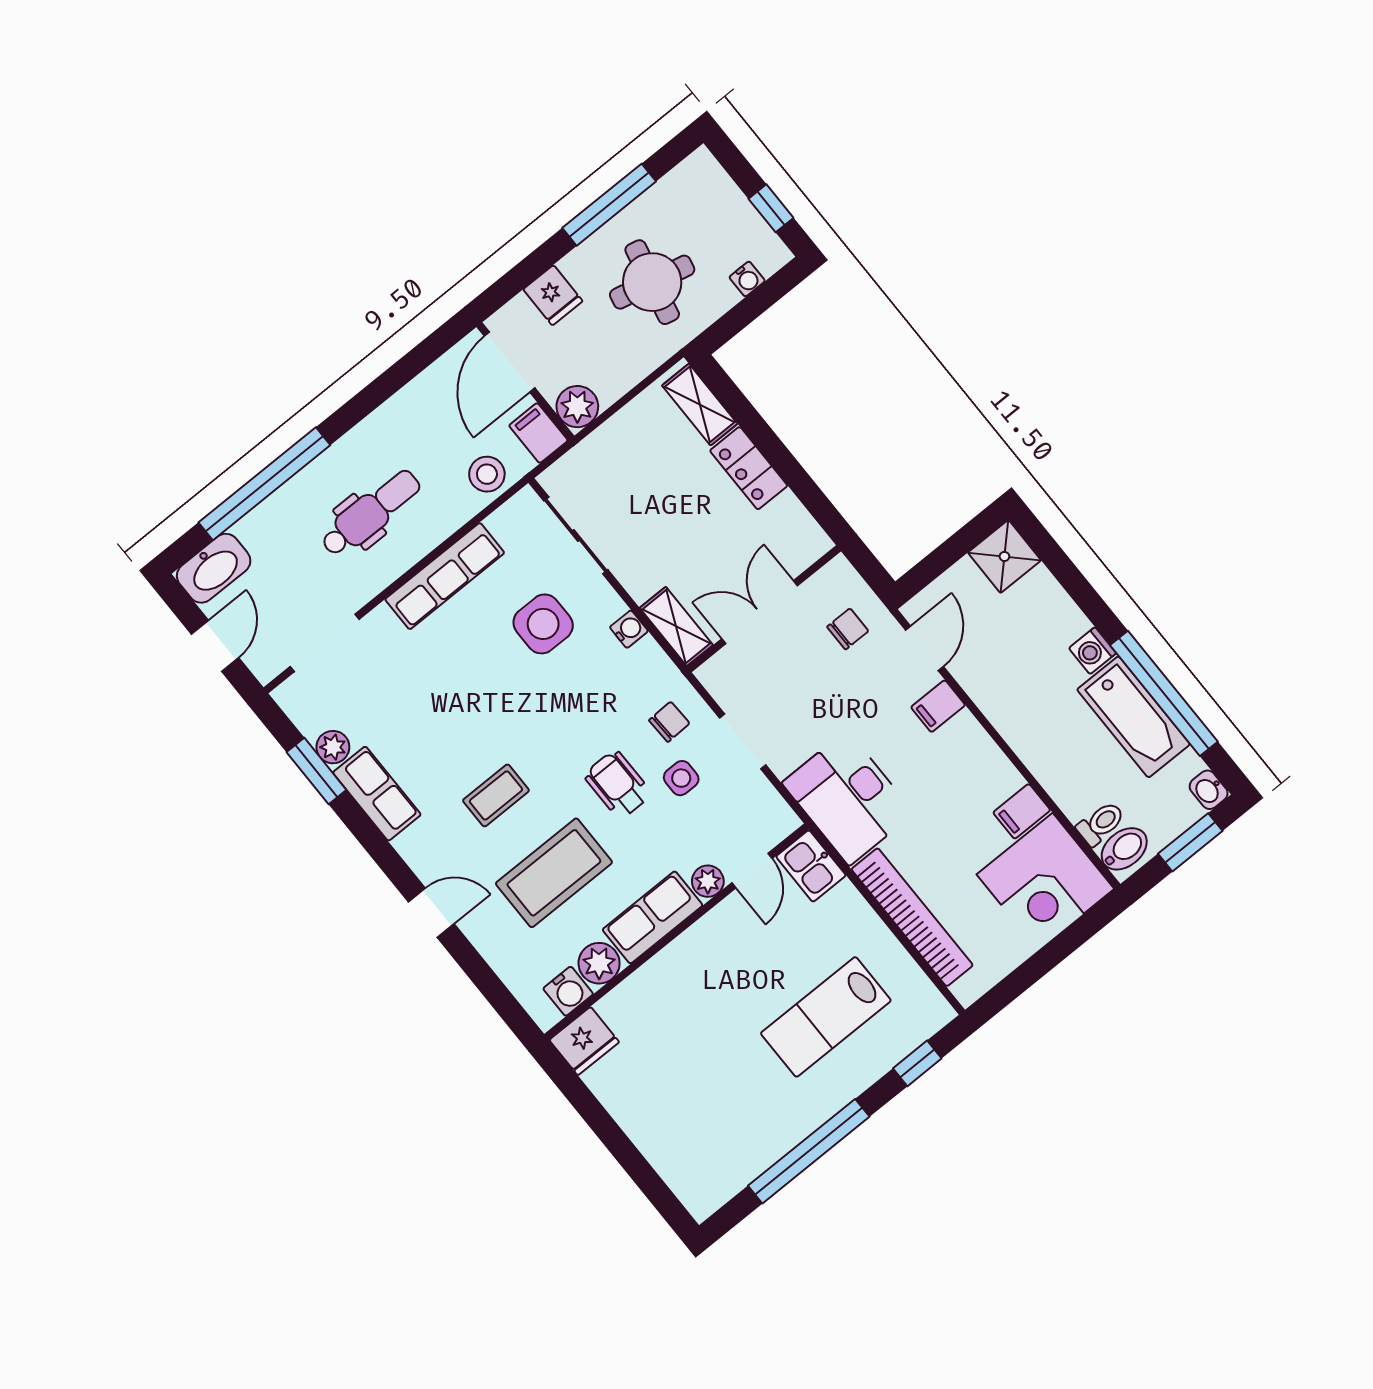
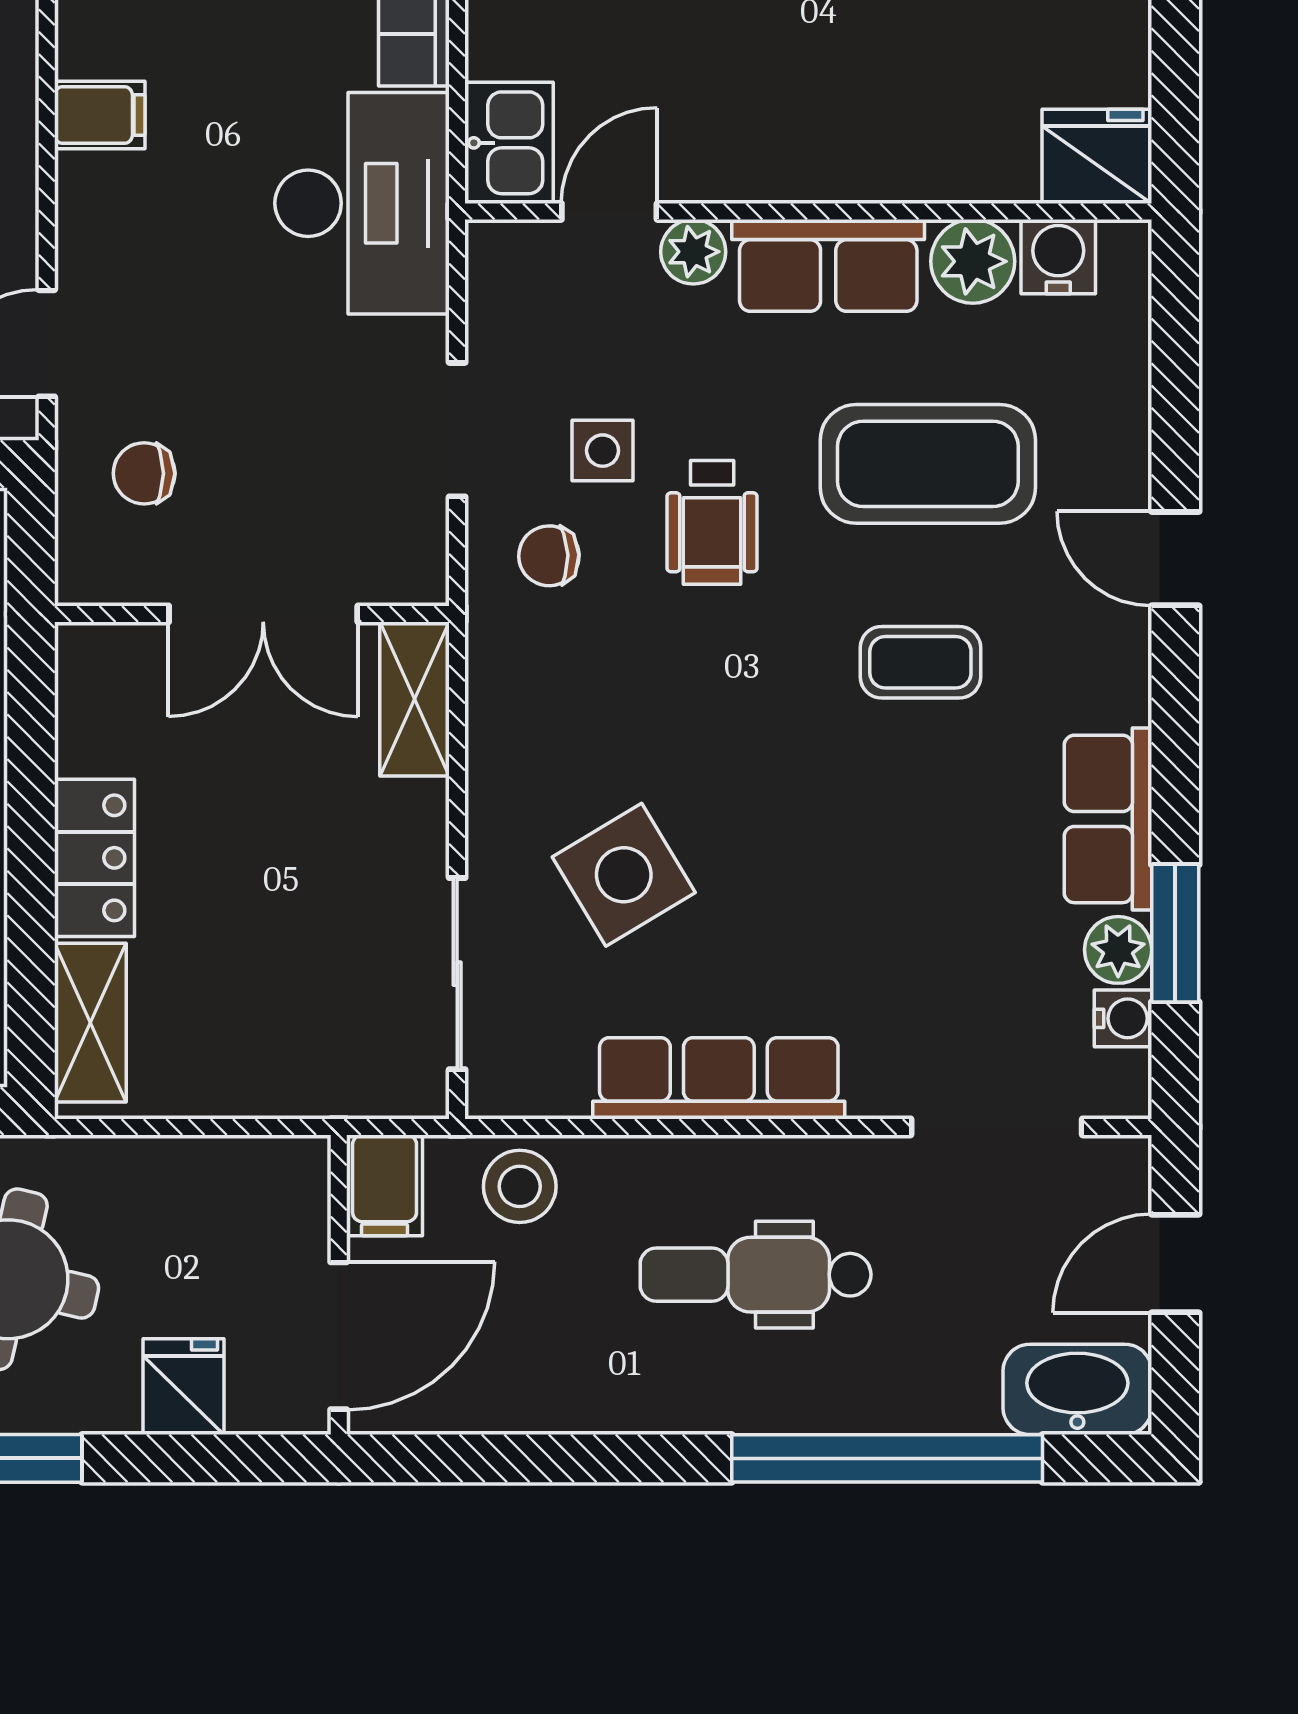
plant: (577, 407) -> (288, 1177), removed
side table: (543, 624) -> (624, 875), turned -31
water cooler: (629, 629) -> (1123, 1018), moved, turned 180
filing cabinet: (938, 706) -> (100, 115), moved

